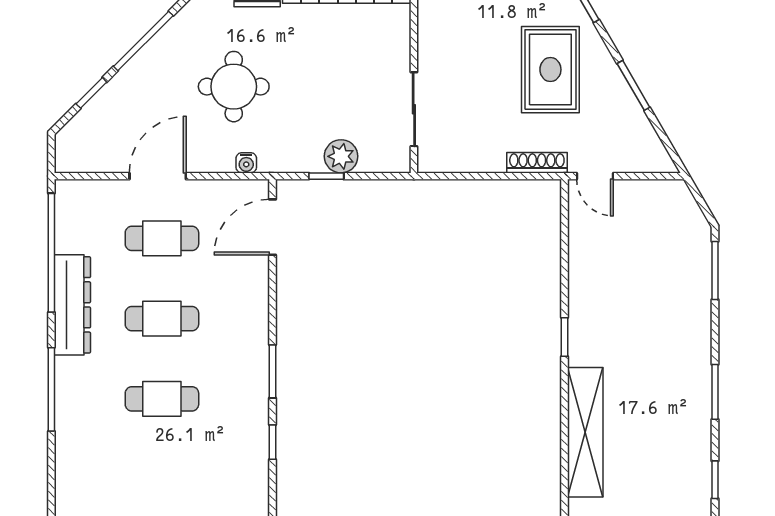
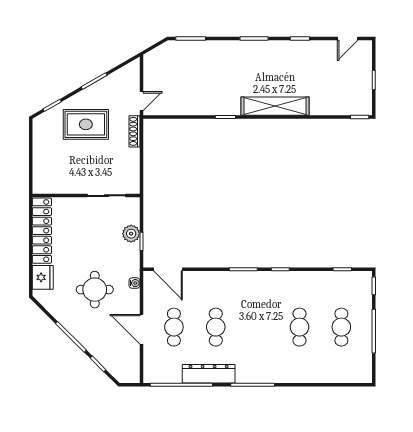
cafe table: (162, 399) -> (299, 327), moved

